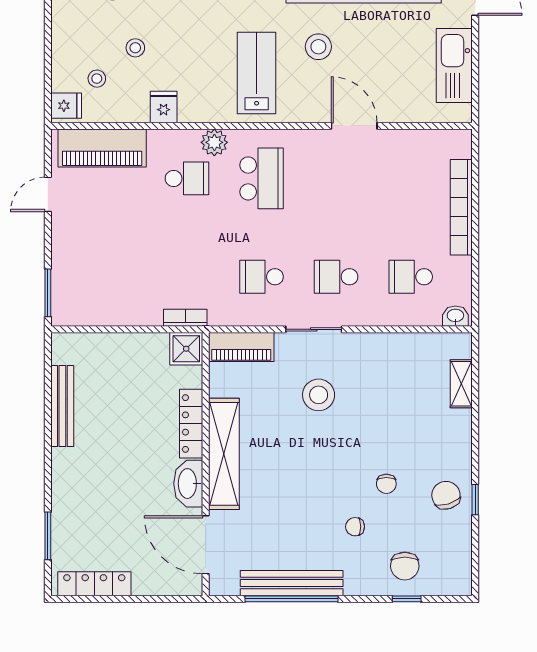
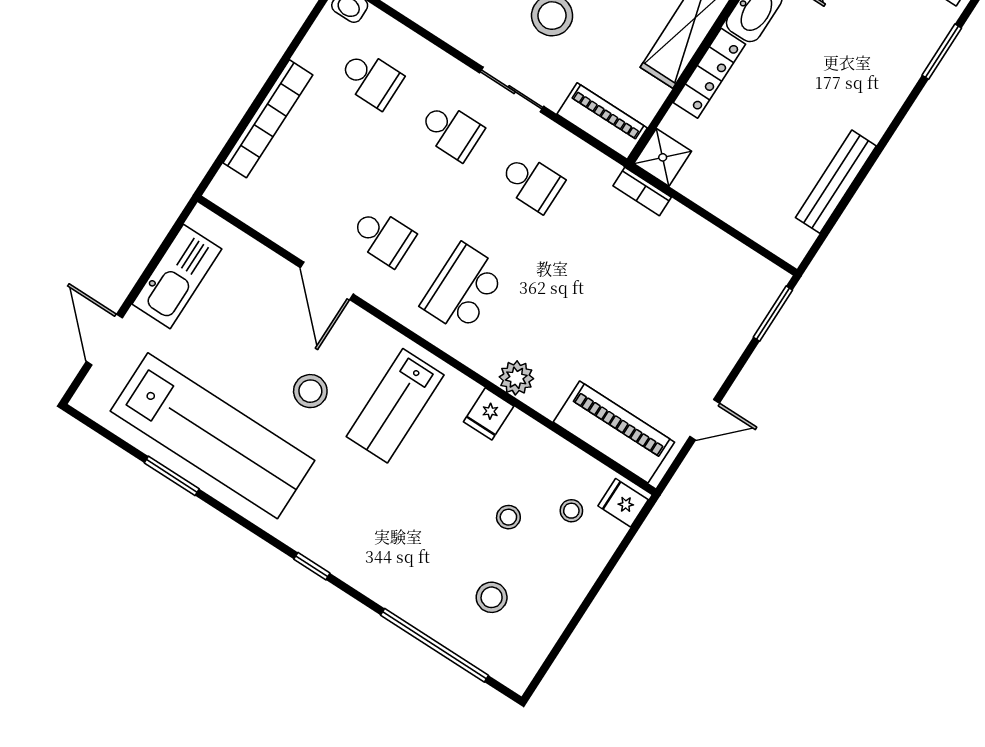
fridge: (164, 107) -> (489, 414), moved
plant: (214, 142) -> (516, 378), moved
school desk: (187, 178) -> (383, 237), moved, turned 180

